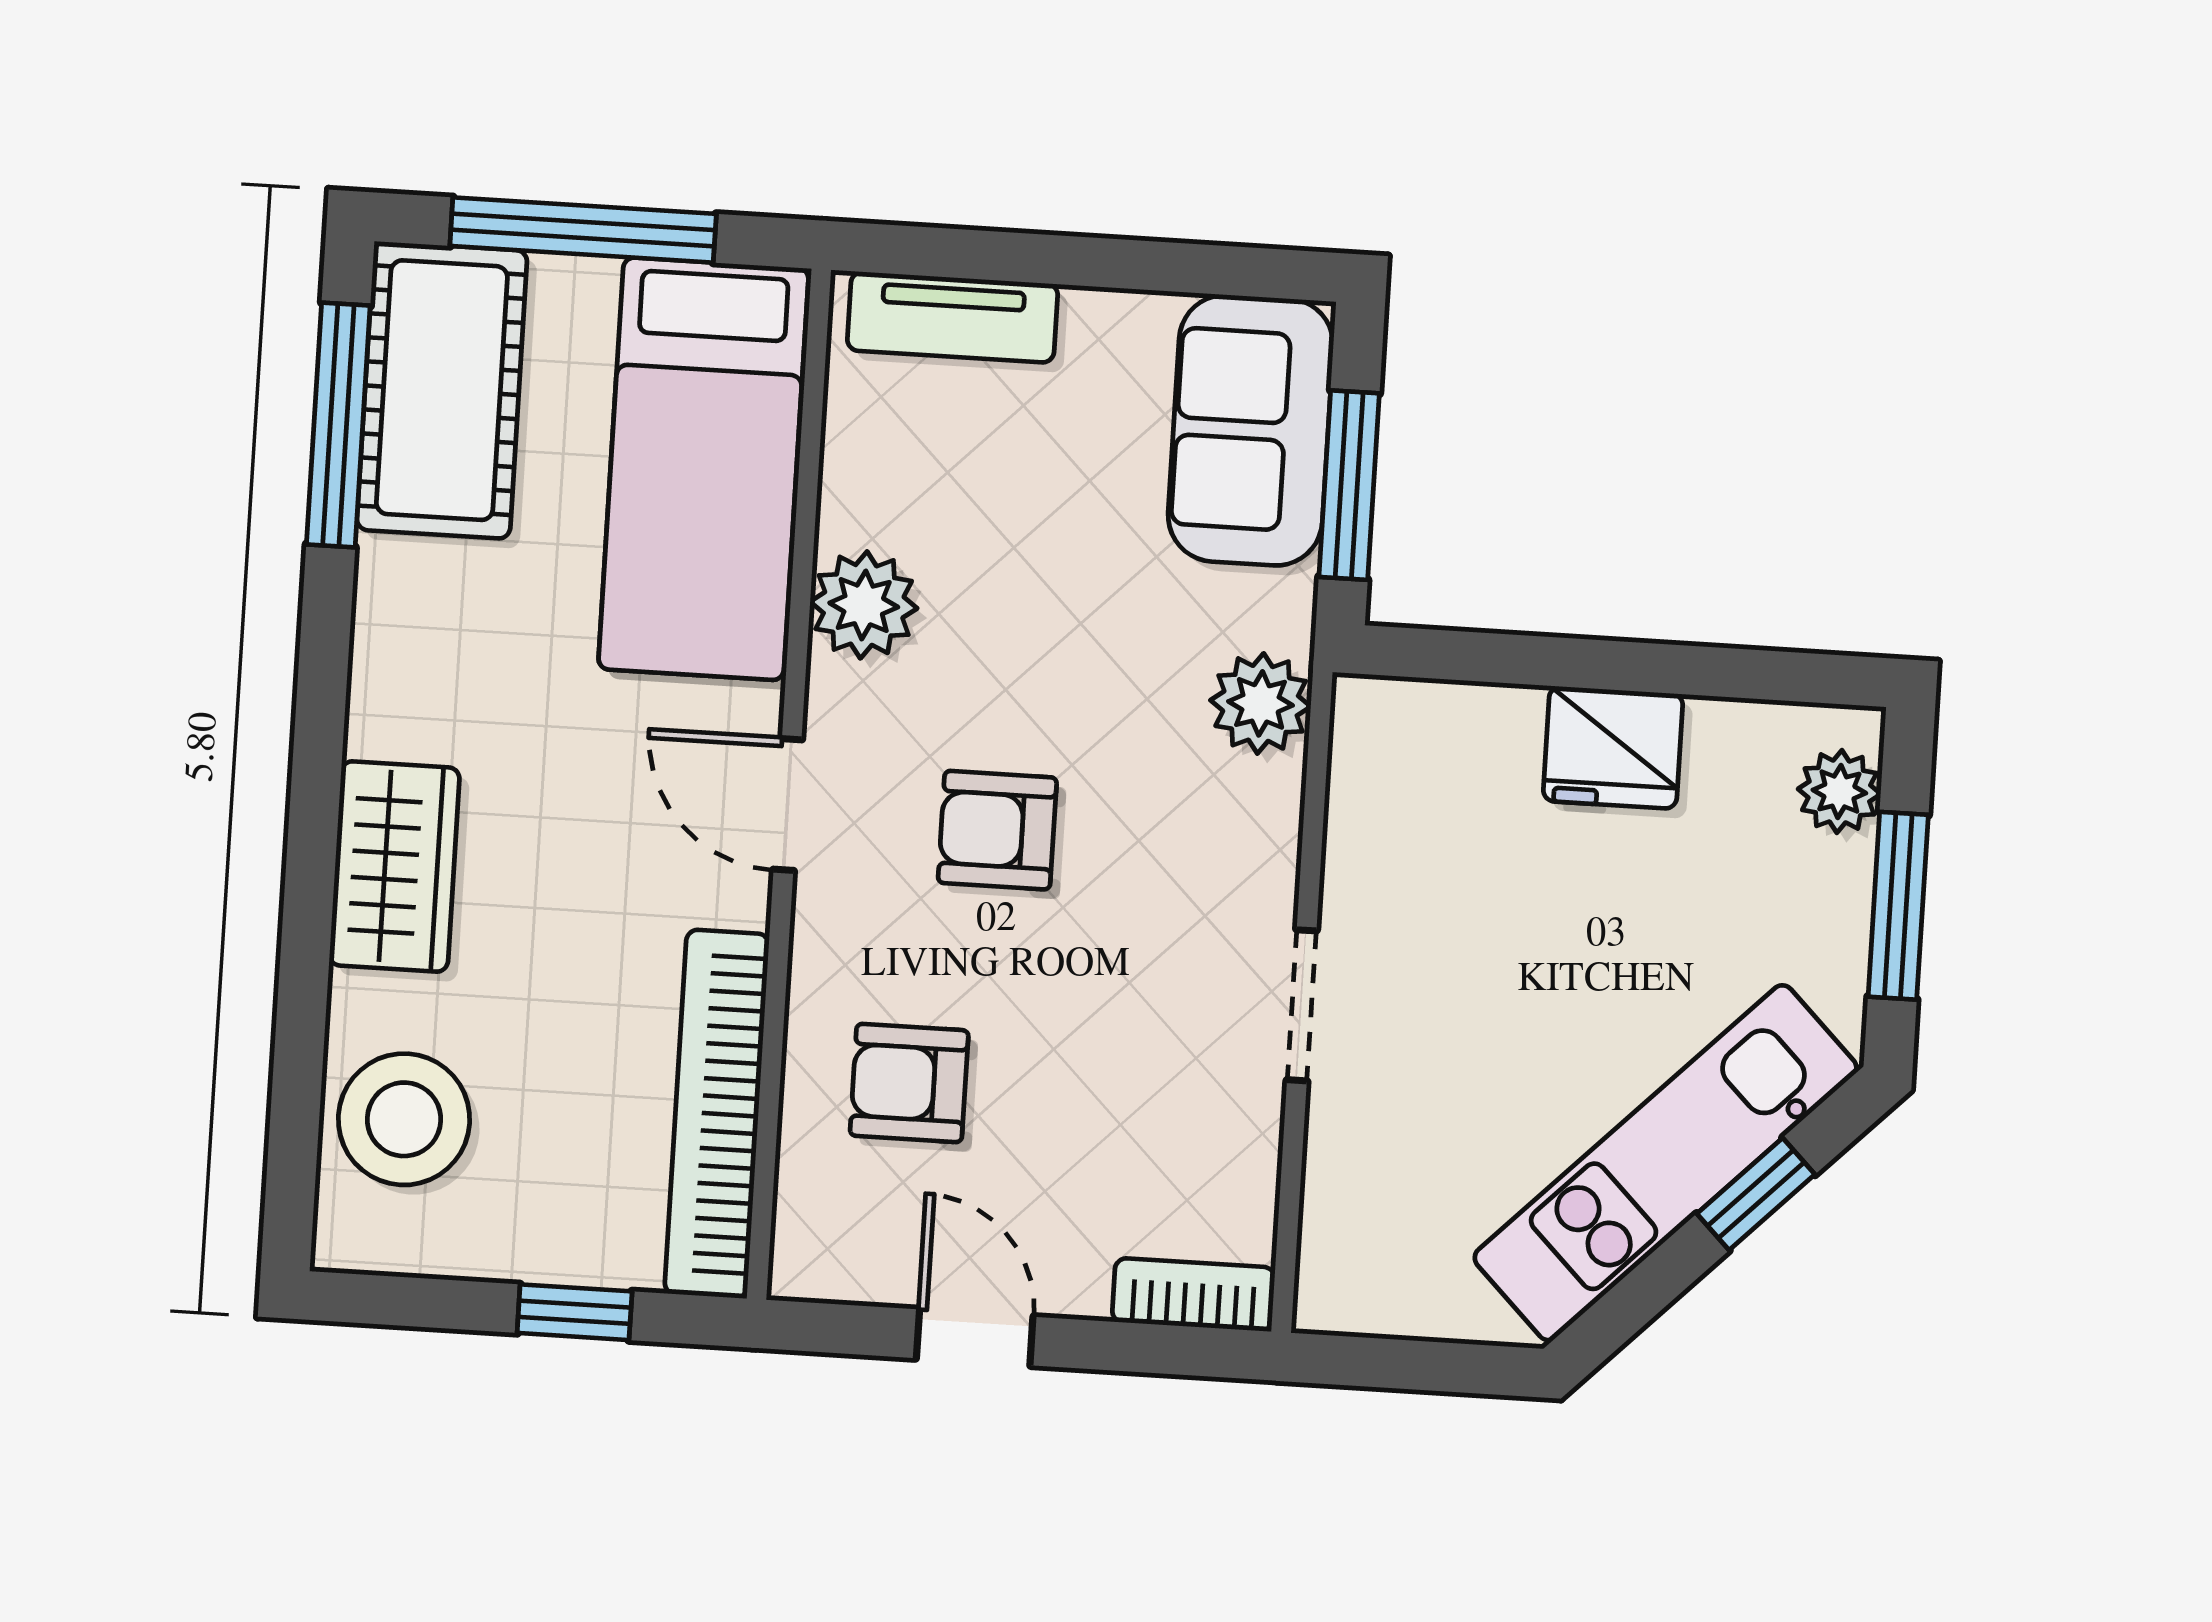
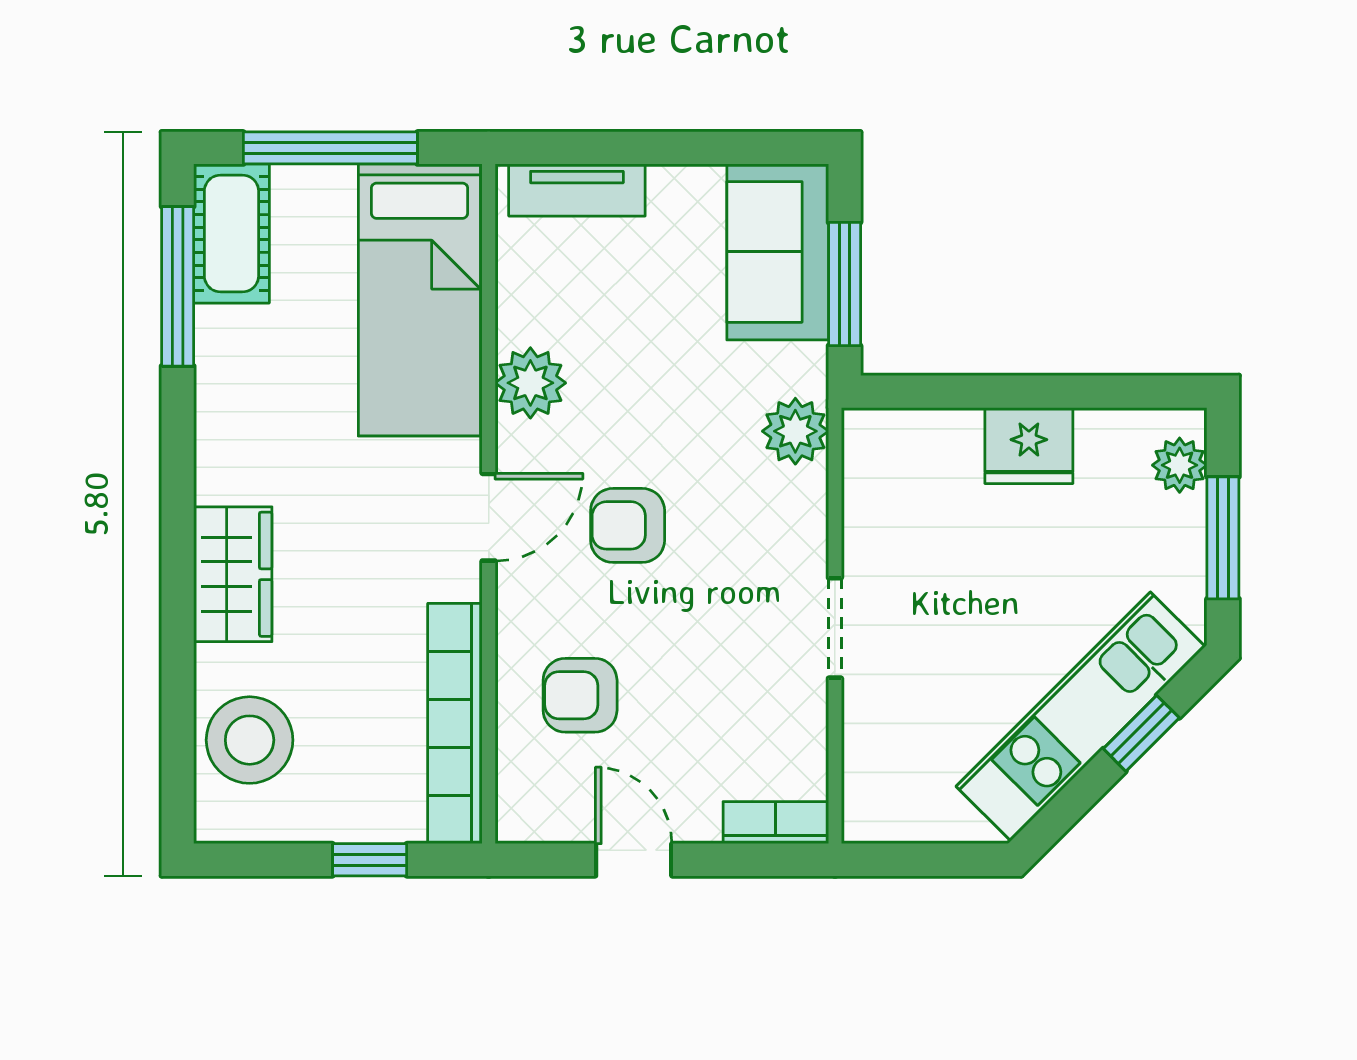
cot: (442, 390) -> (231, 234), width x0.73, depth x0.75
door: (788, 804) -> (489, 517), swing flipped

